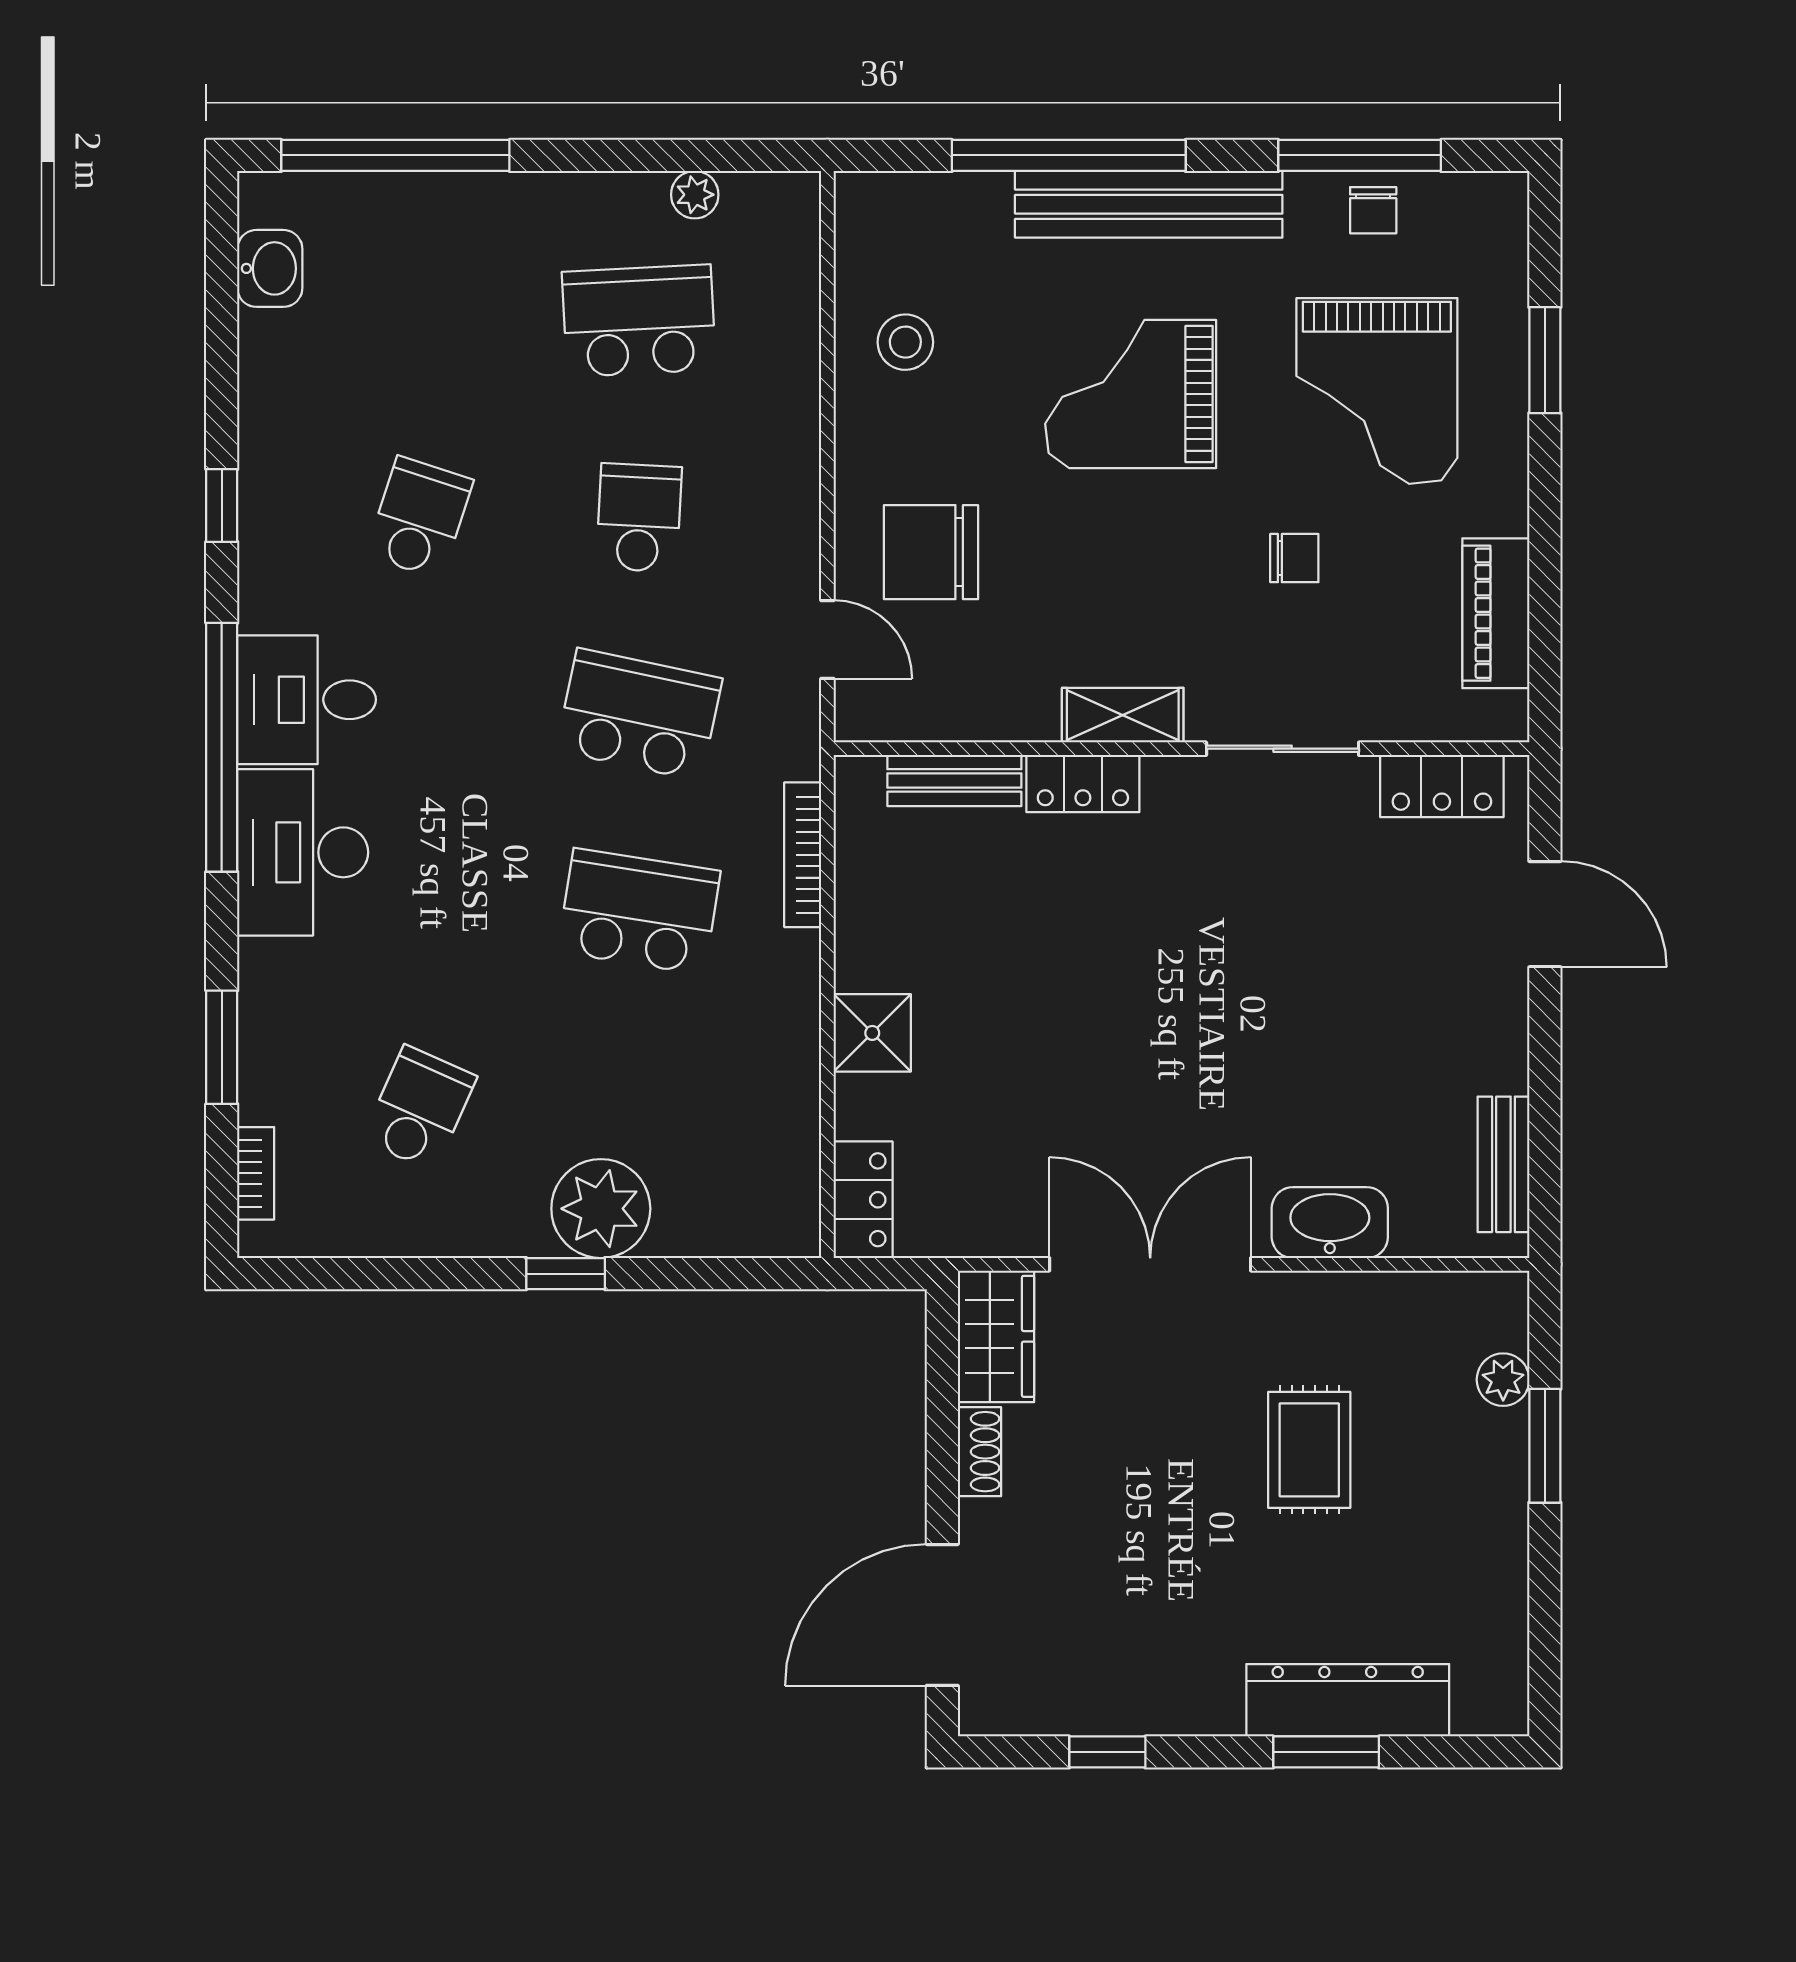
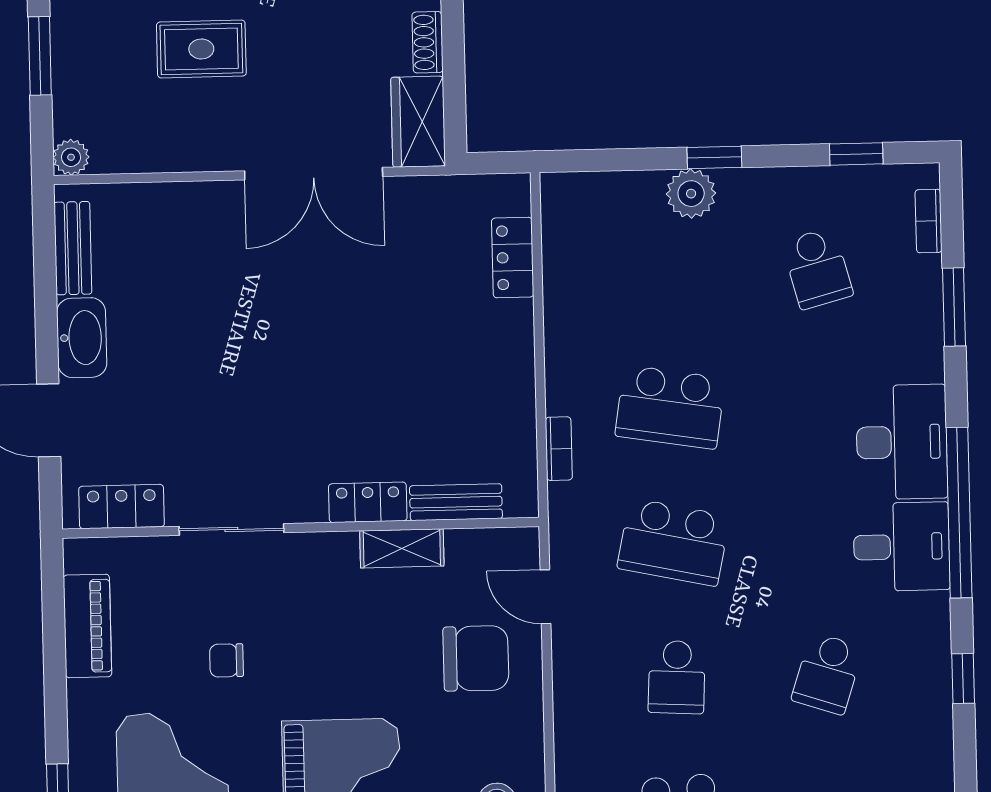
shelving: (1123, 715) -> (402, 548), moved
bookcase: (803, 855) -> (559, 449), width x0.64
shower: (872, 1033) -> (508, 328), removed
school desk: (419, 1108) -> (817, 268), turned -39
locker: (863, 1200) -> (513, 258), moved
plant: (601, 1209) -> (691, 194), width x0.73, depth x0.73
washbasin: (1330, 1223) -> (82, 338), moved, turned -90
window: (359, 1274) -> (856, 154), added
plant: (1503, 1380) -> (71, 157), moved
rug: (1309, 1450) -> (201, 49), turned 90

